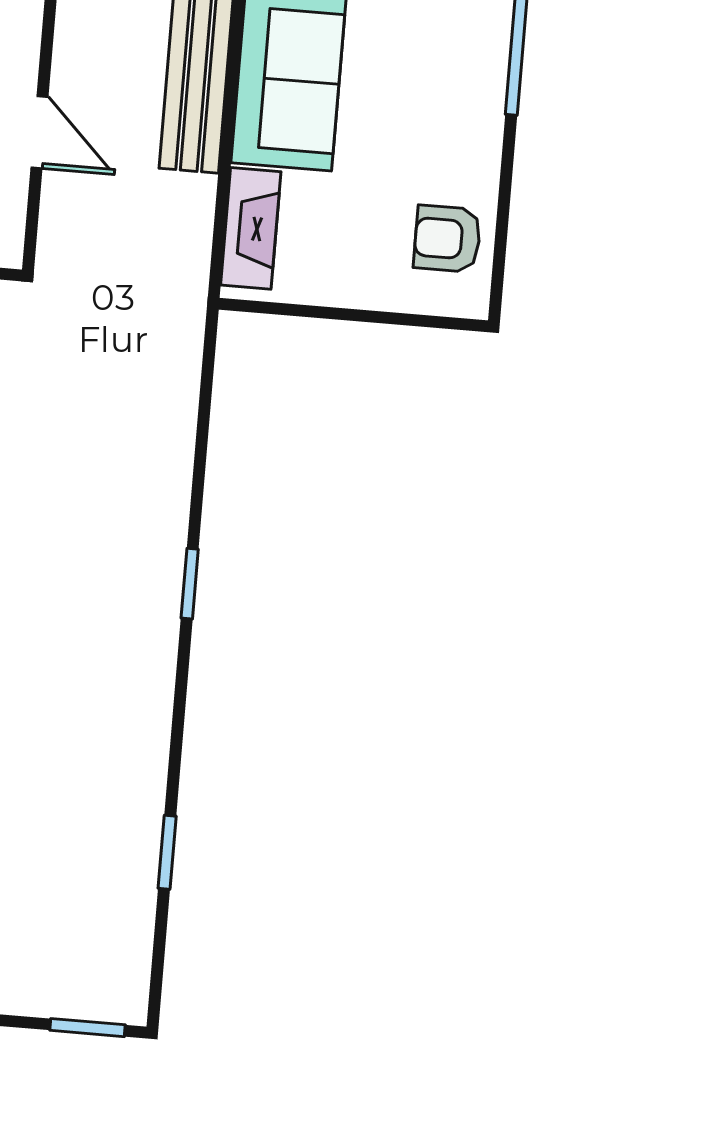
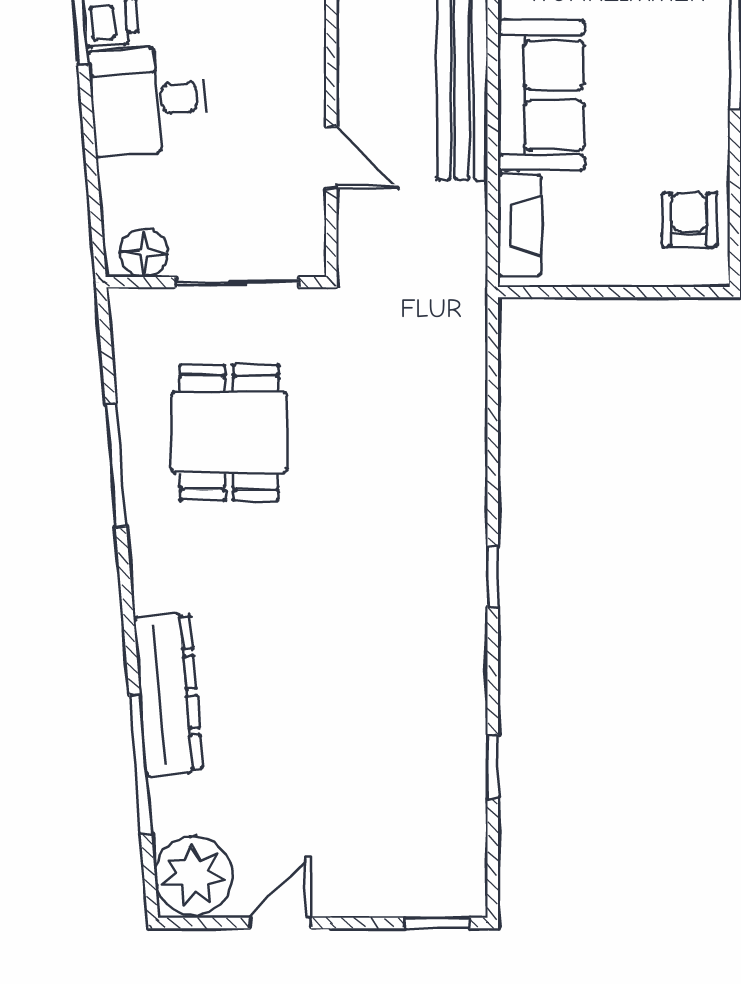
armchair: (447, 239) -> (689, 220), turned 90
window: (190, 584) -> (493, 576), moved

